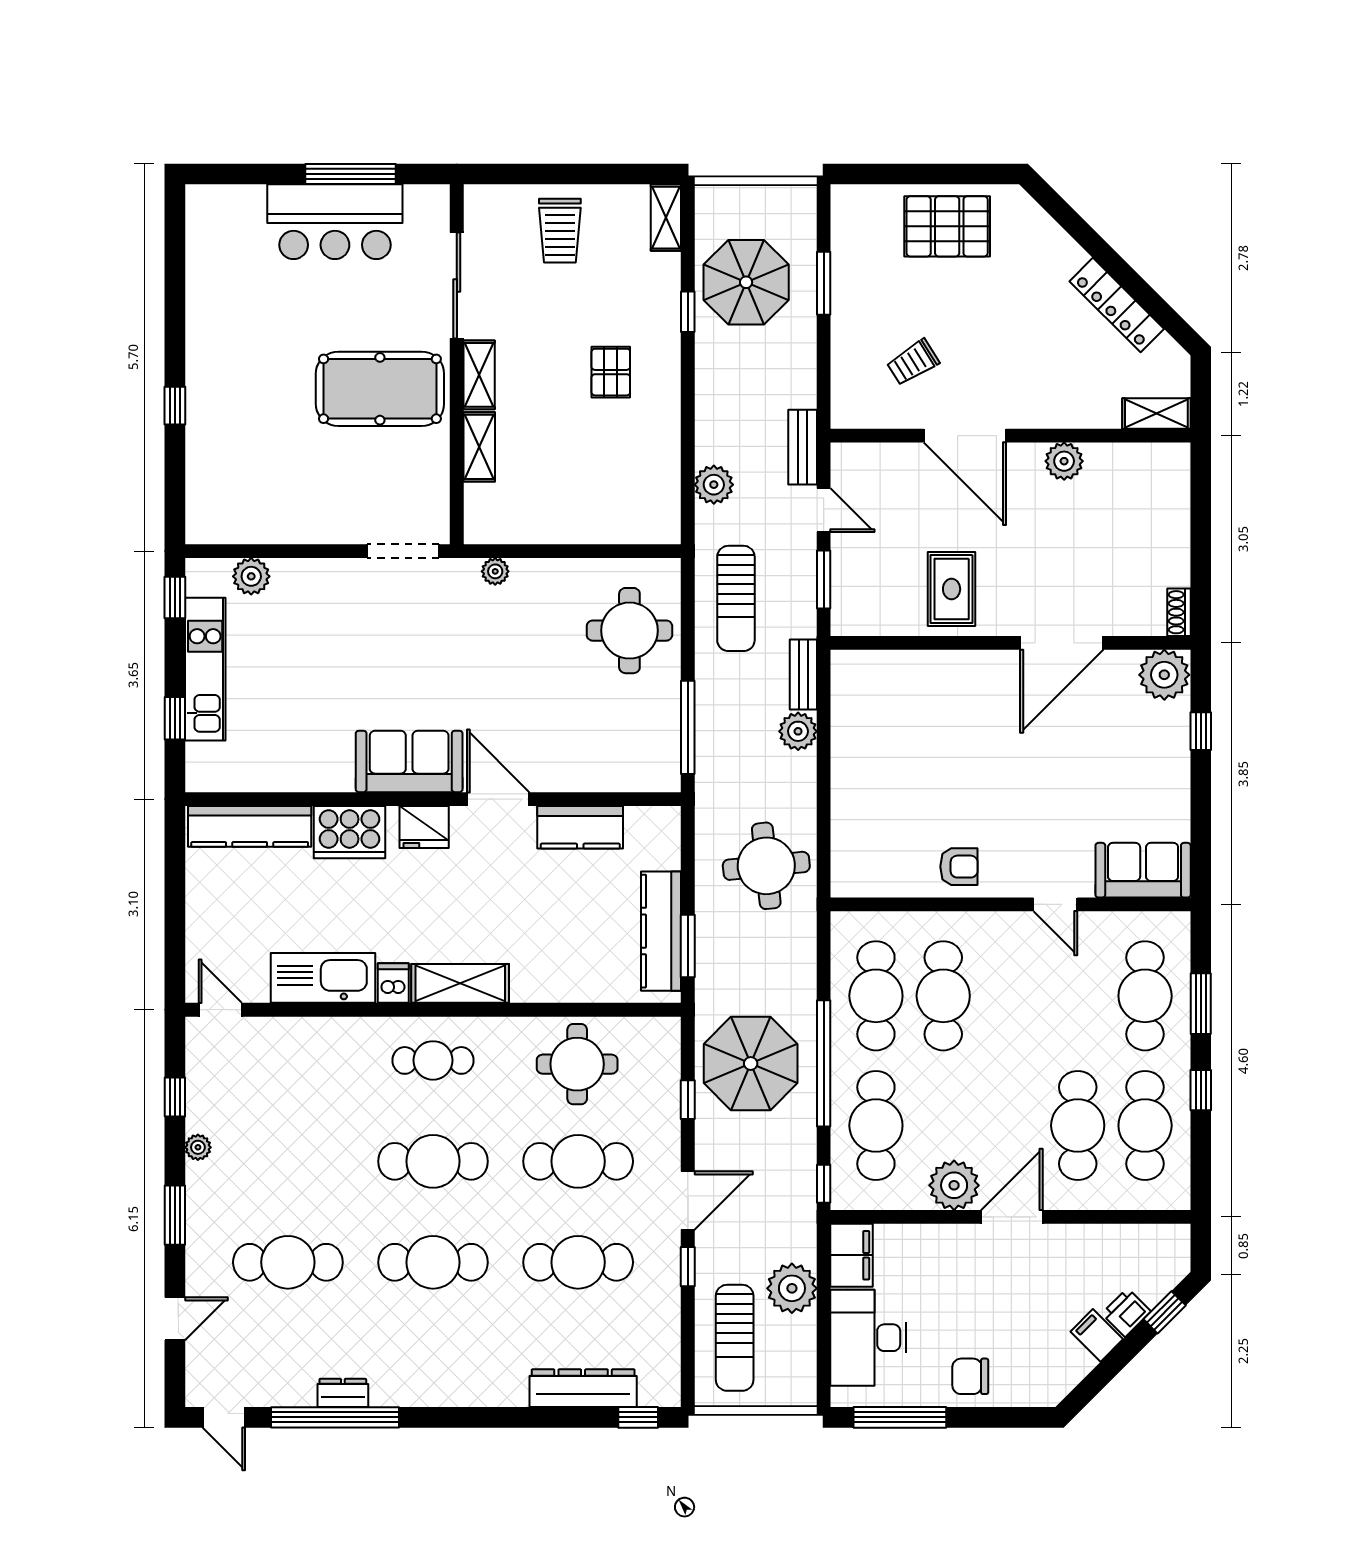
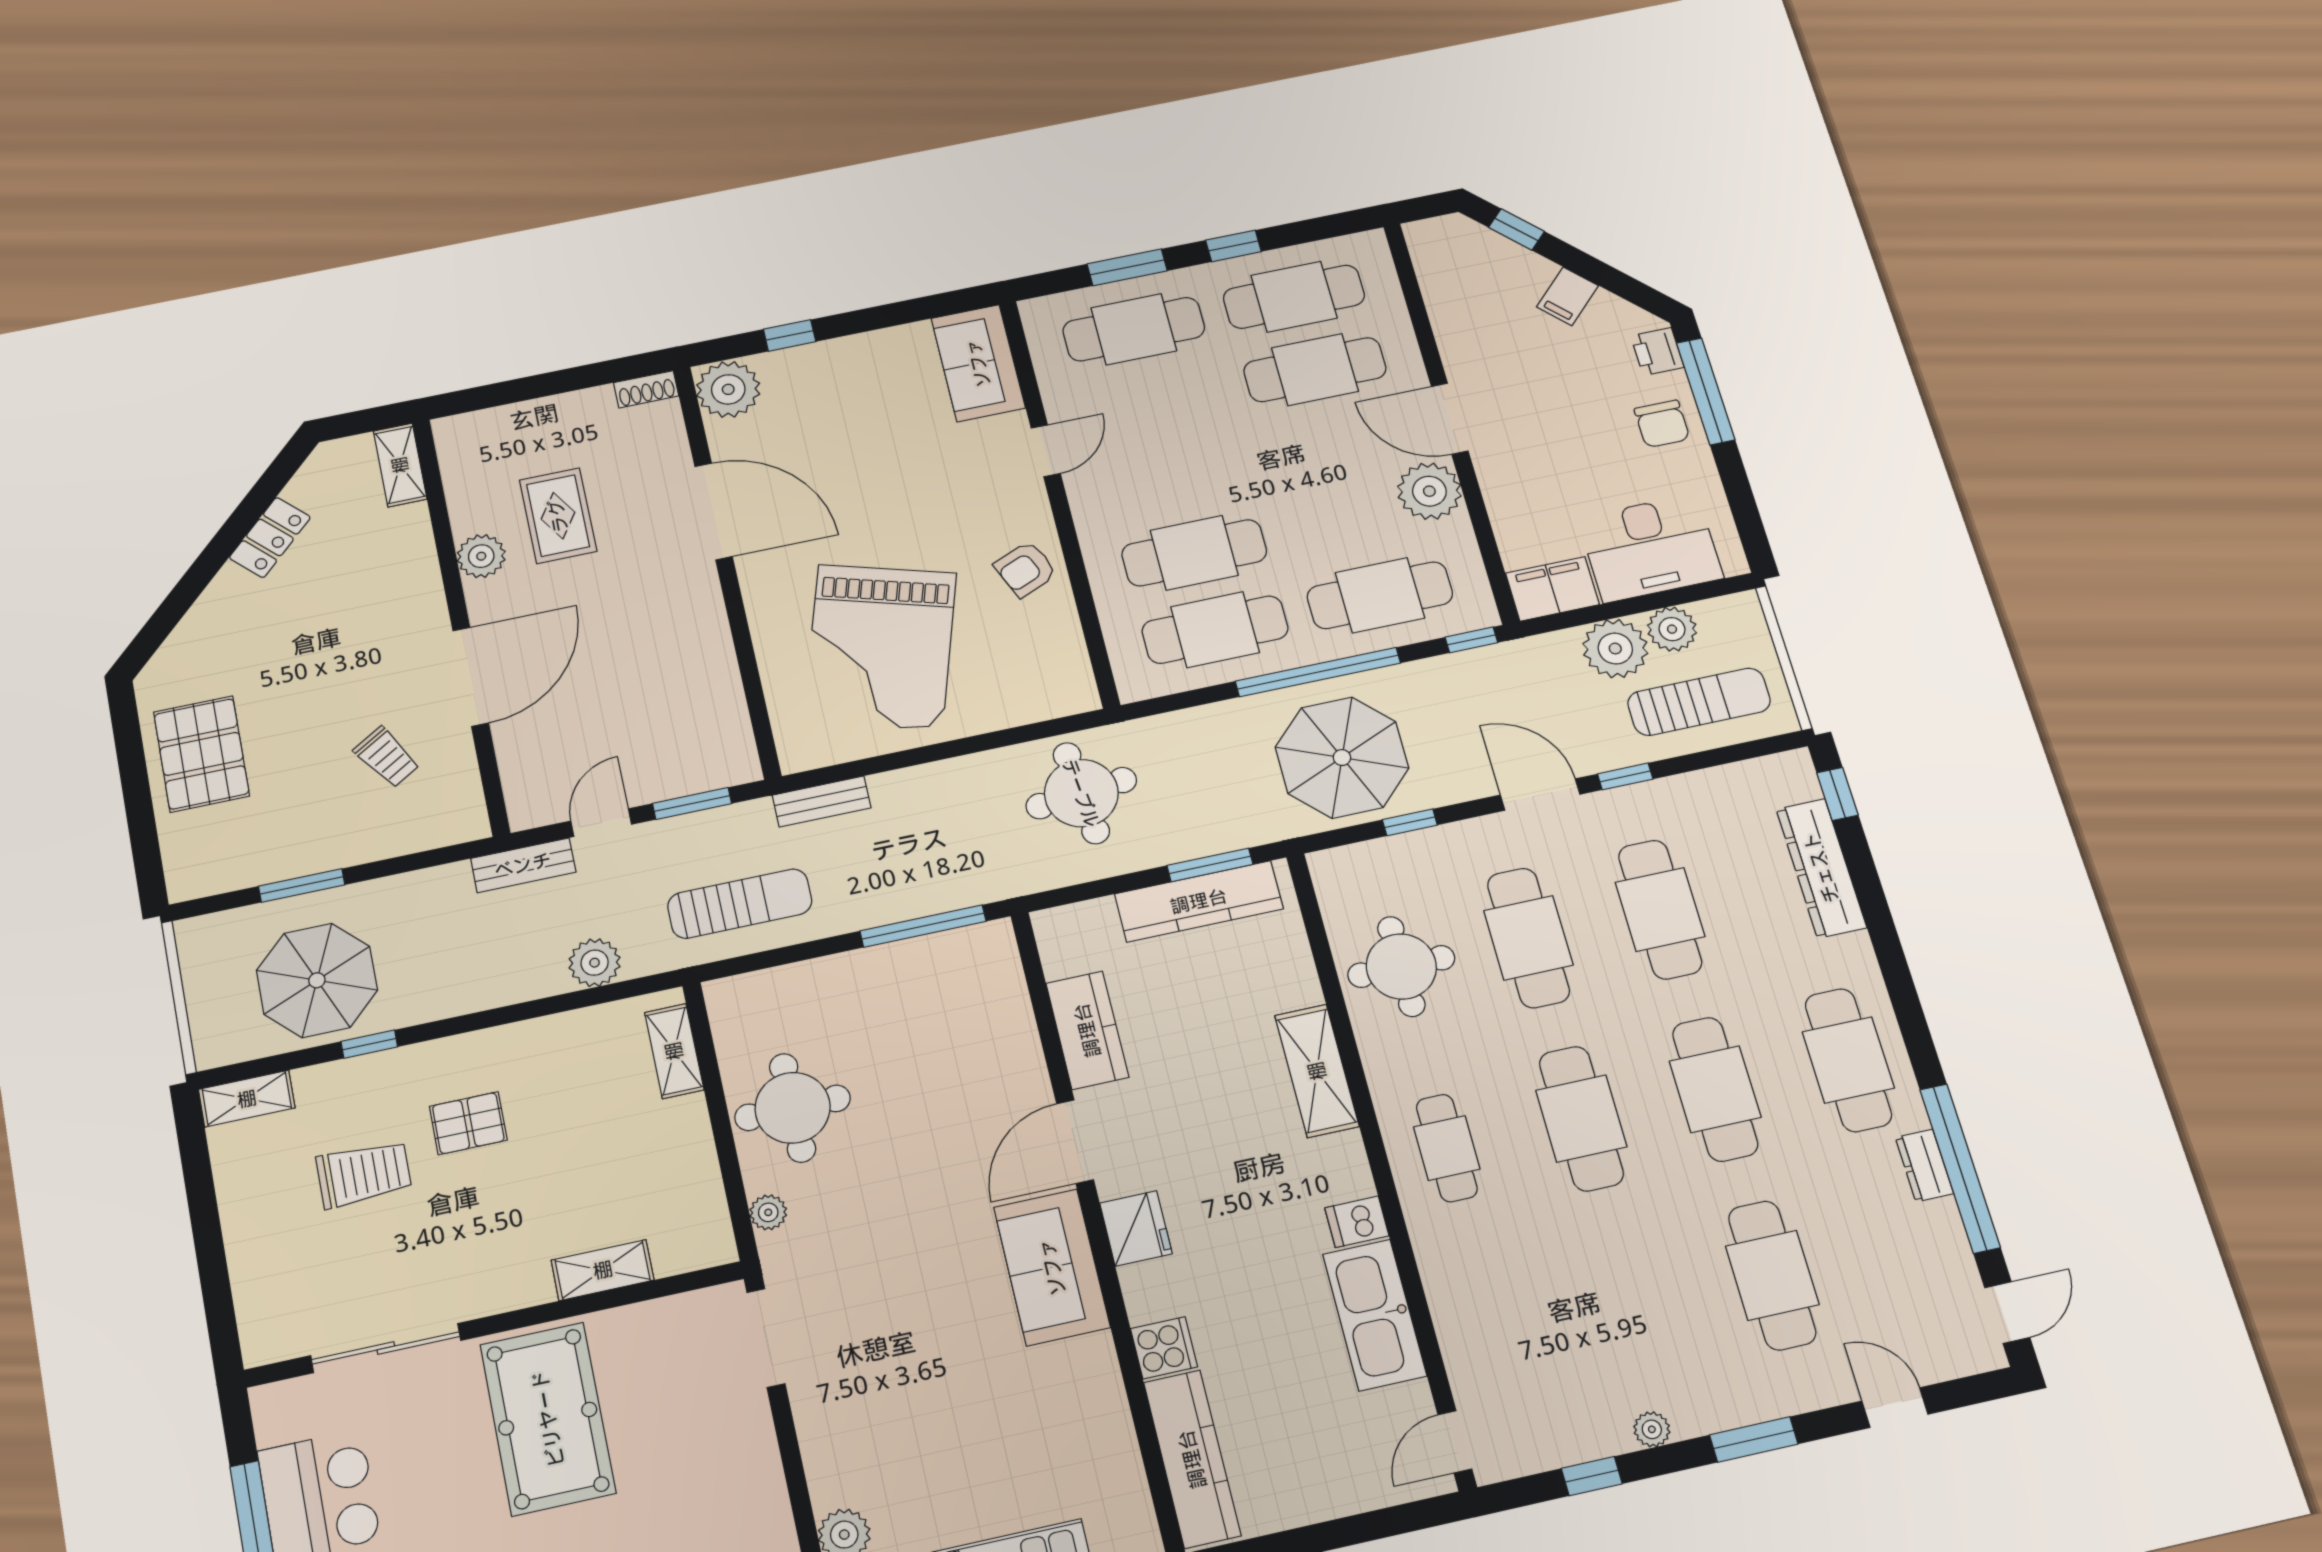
trolley: (560, 231) -> (364, 1174), moved
locker: (1117, 305) -> (270, 537), width x0.66
shelving: (479, 375) -> (674, 1051), moved, turned 90
rug: (952, 589) -> (558, 516), moved, turned 90
round table: (629, 631) -> (793, 1108), moved
plant: (798, 731) -> (1672, 629), moved
grand piano: (919, 744) -> (880, 647), added
cooker: (350, 832) -> (1164, 1348), width x0.53, depth x0.76
armchair: (959, 867) -> (1026, 569), turned -113
shelving: (460, 983) -> (1317, 1071), moved
printer: (1126, 1312) -> (1657, 351), moved, turned 45
cafe table: (433, 1363) -> (1848, 1060), added
window: (900, 1417) -> (1706, 391), moved

